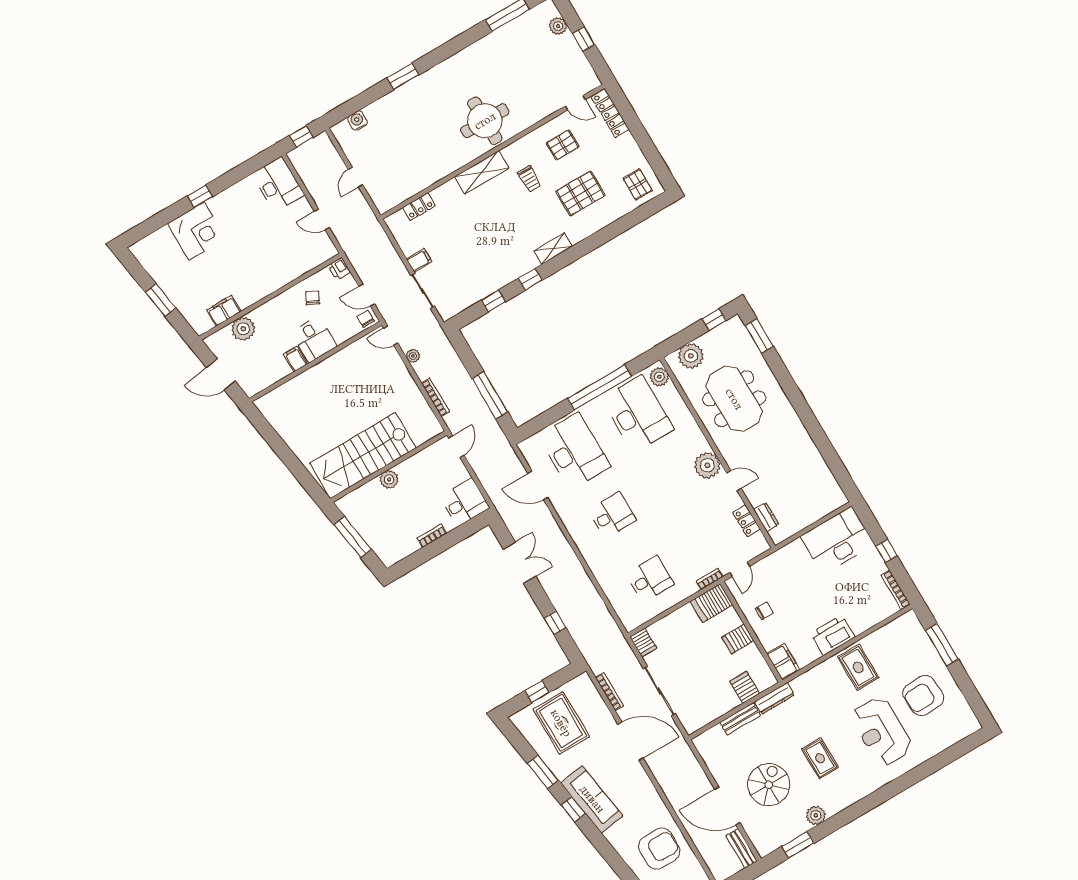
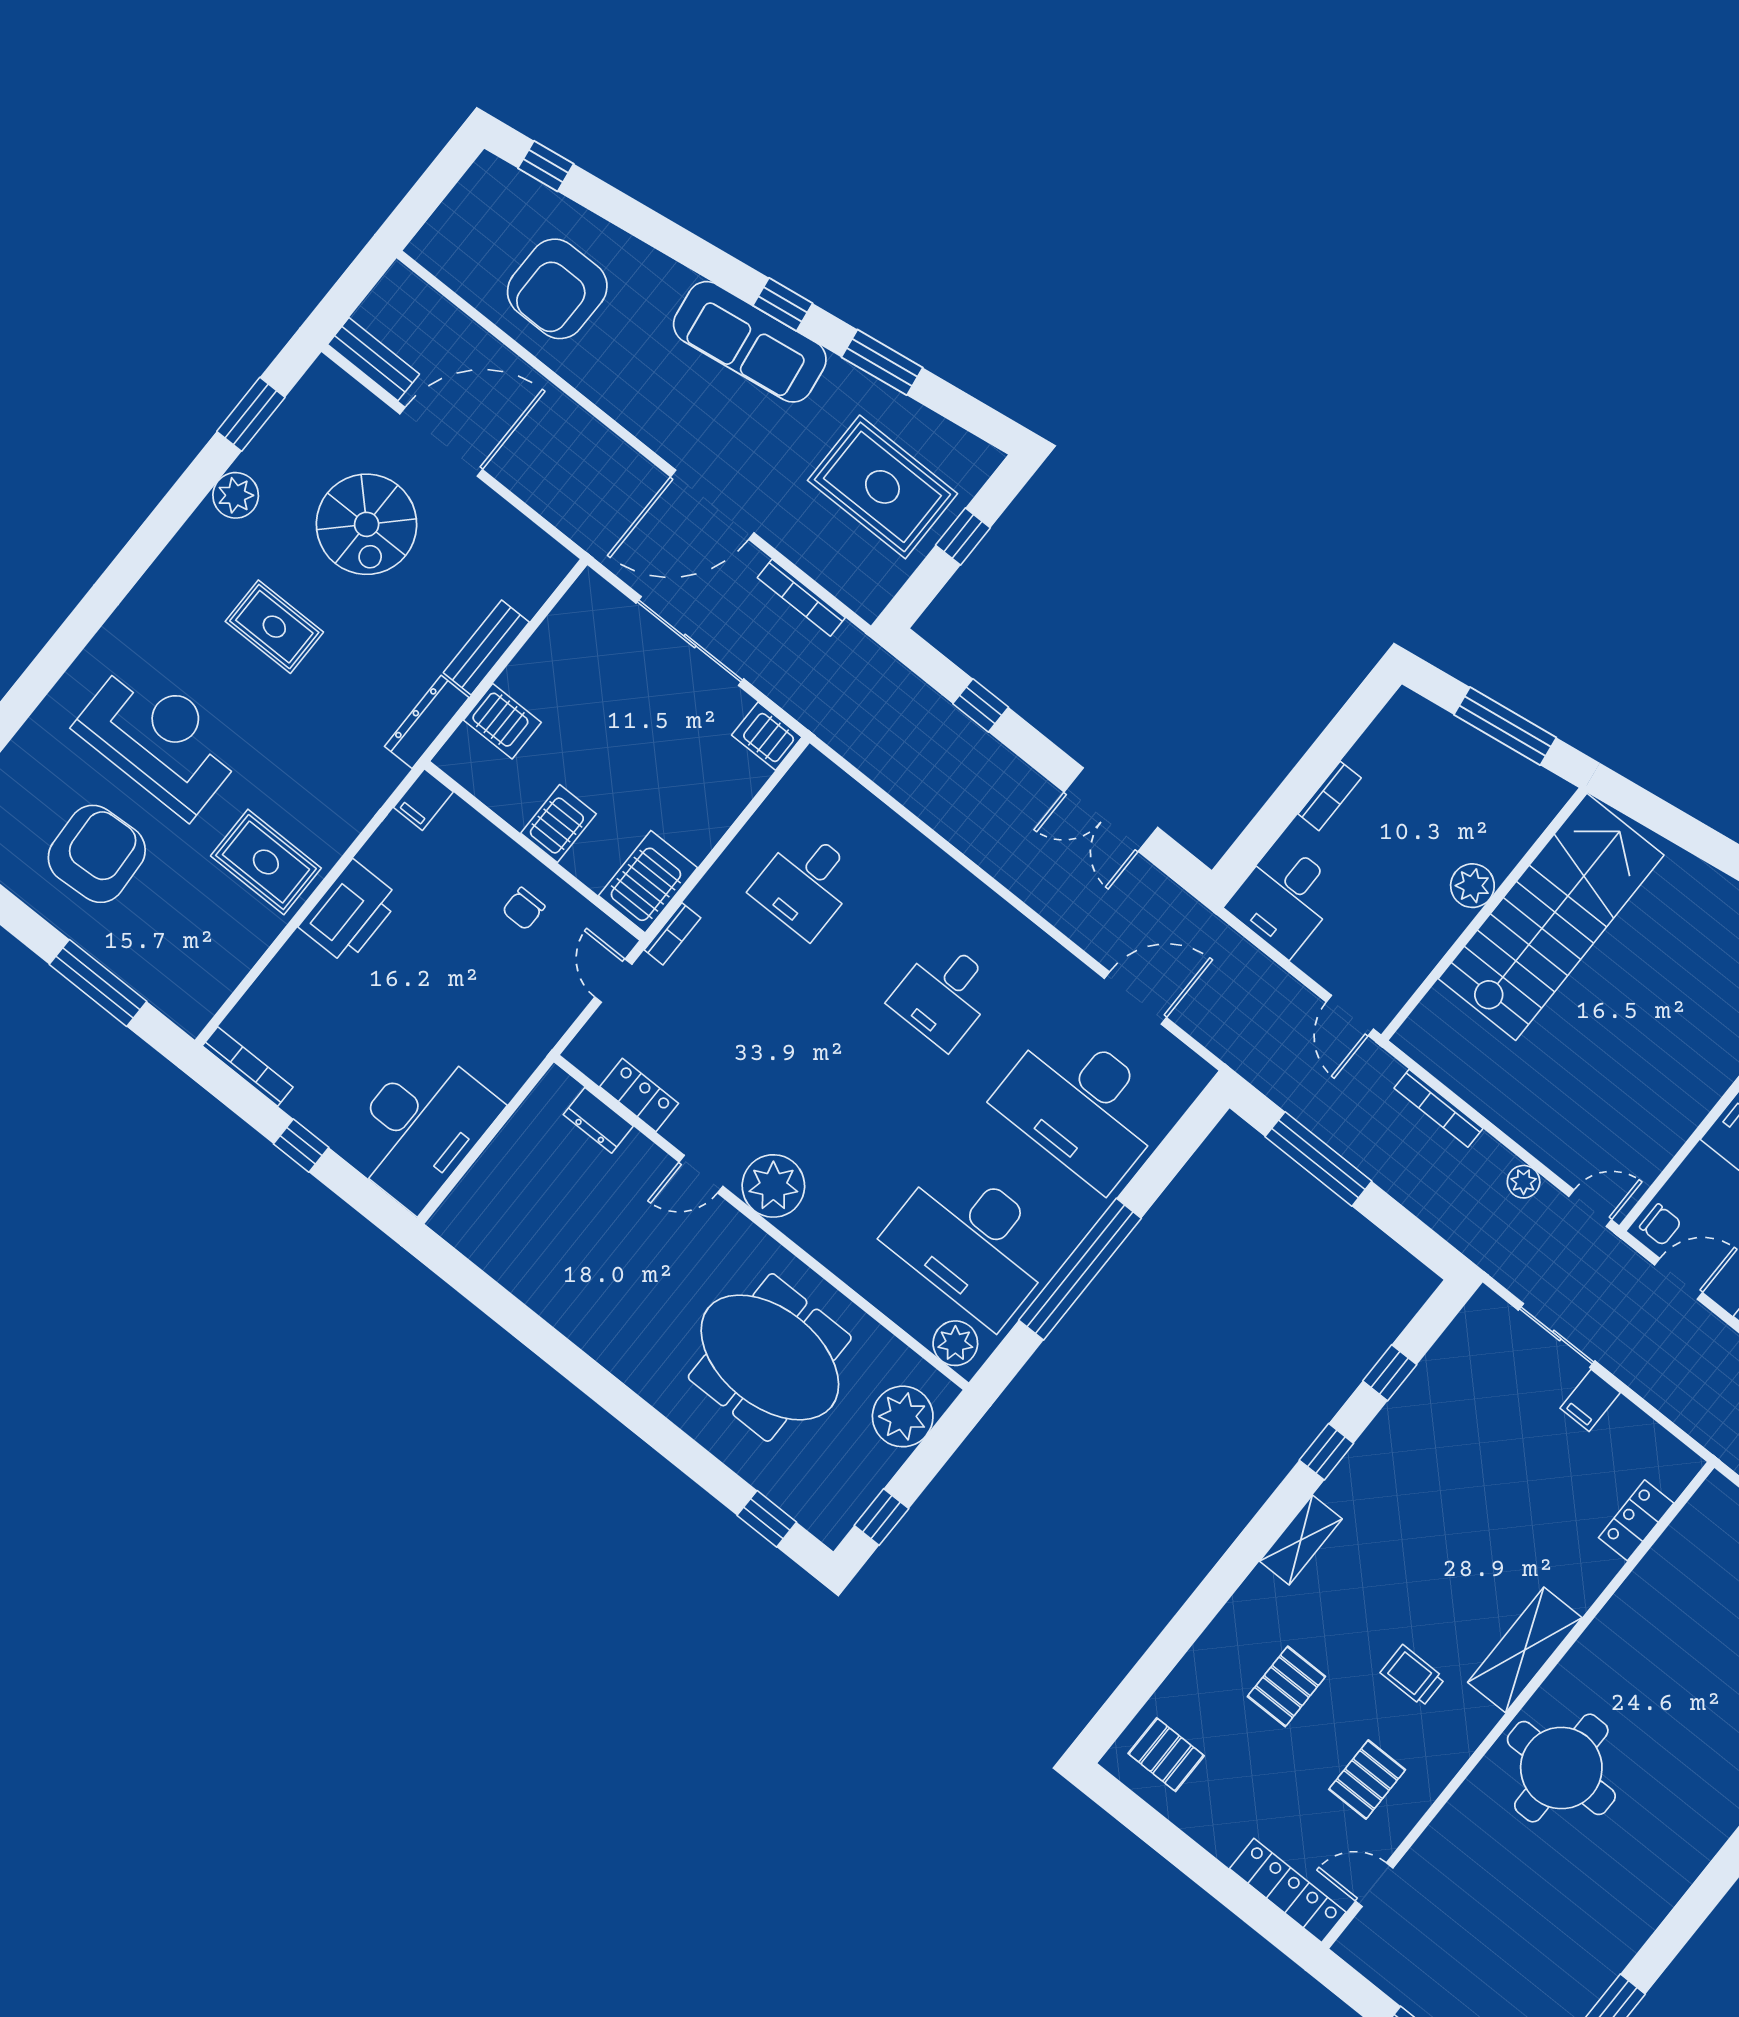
pallet: (580, 193) -> (1286, 1686), width x0.67, depth x0.71
window: (759, 336) -> (767, 1519), width x0.67
filing cabinet: (783, 662) -> (423, 800), width x0.50

